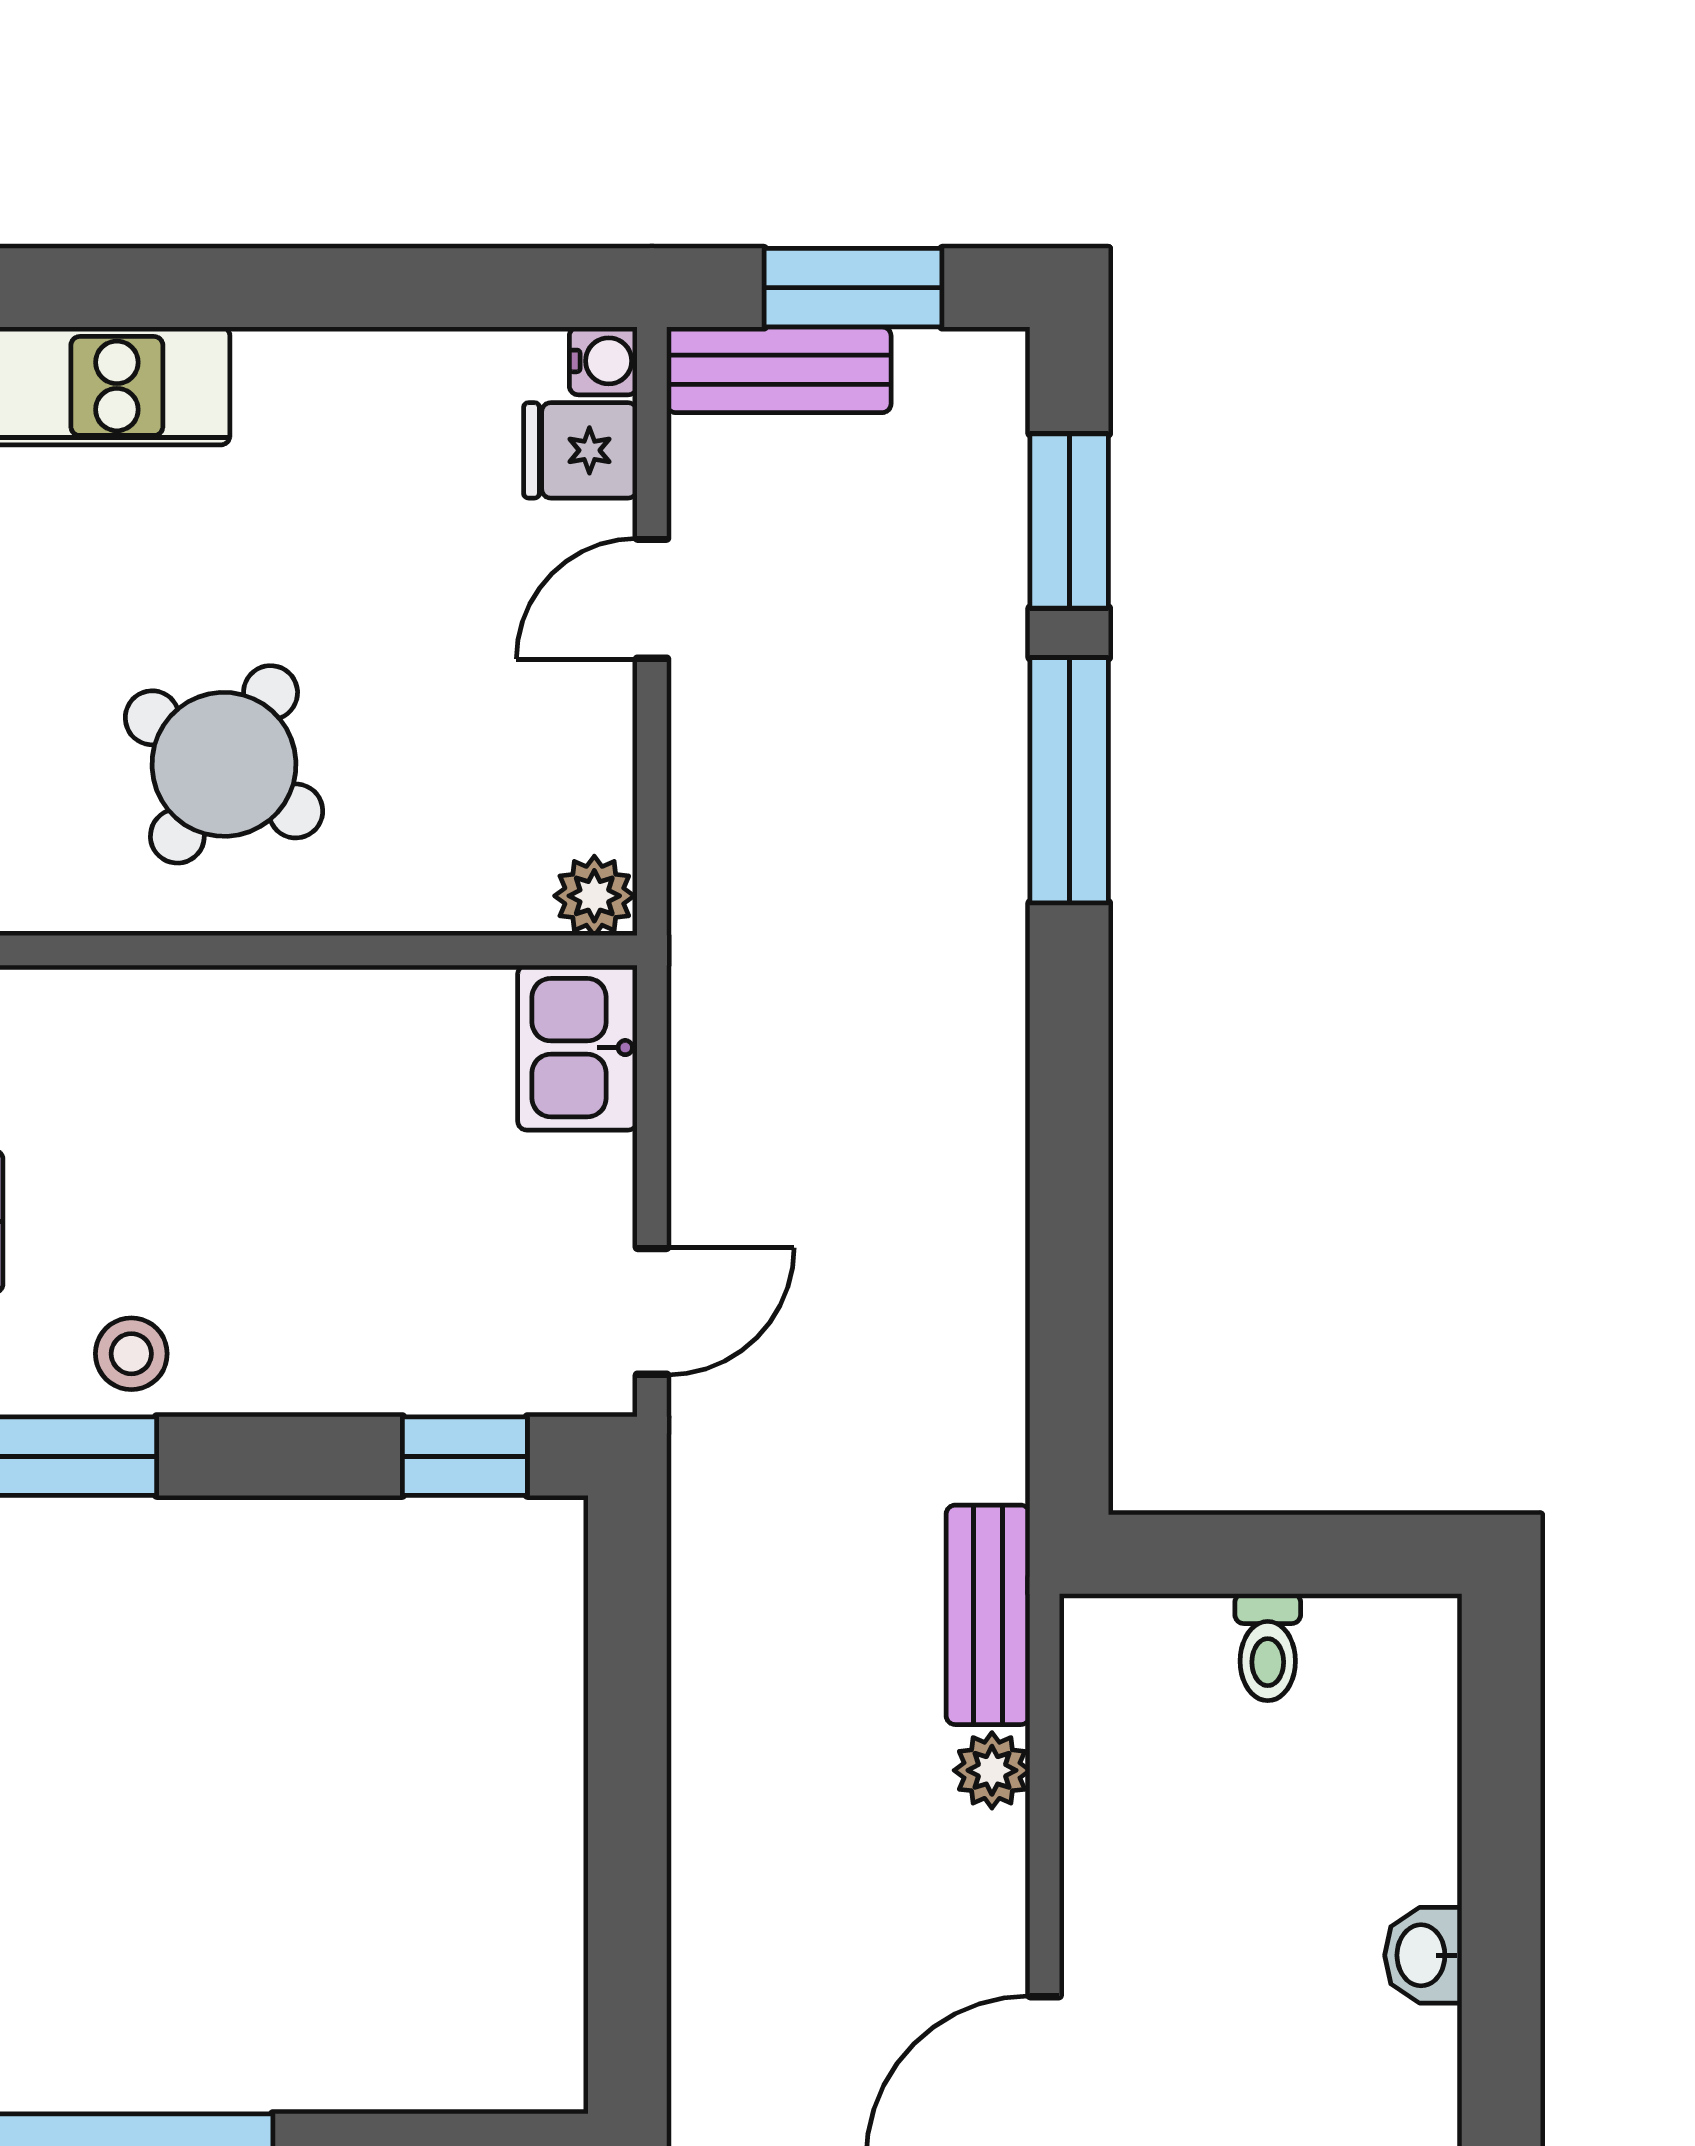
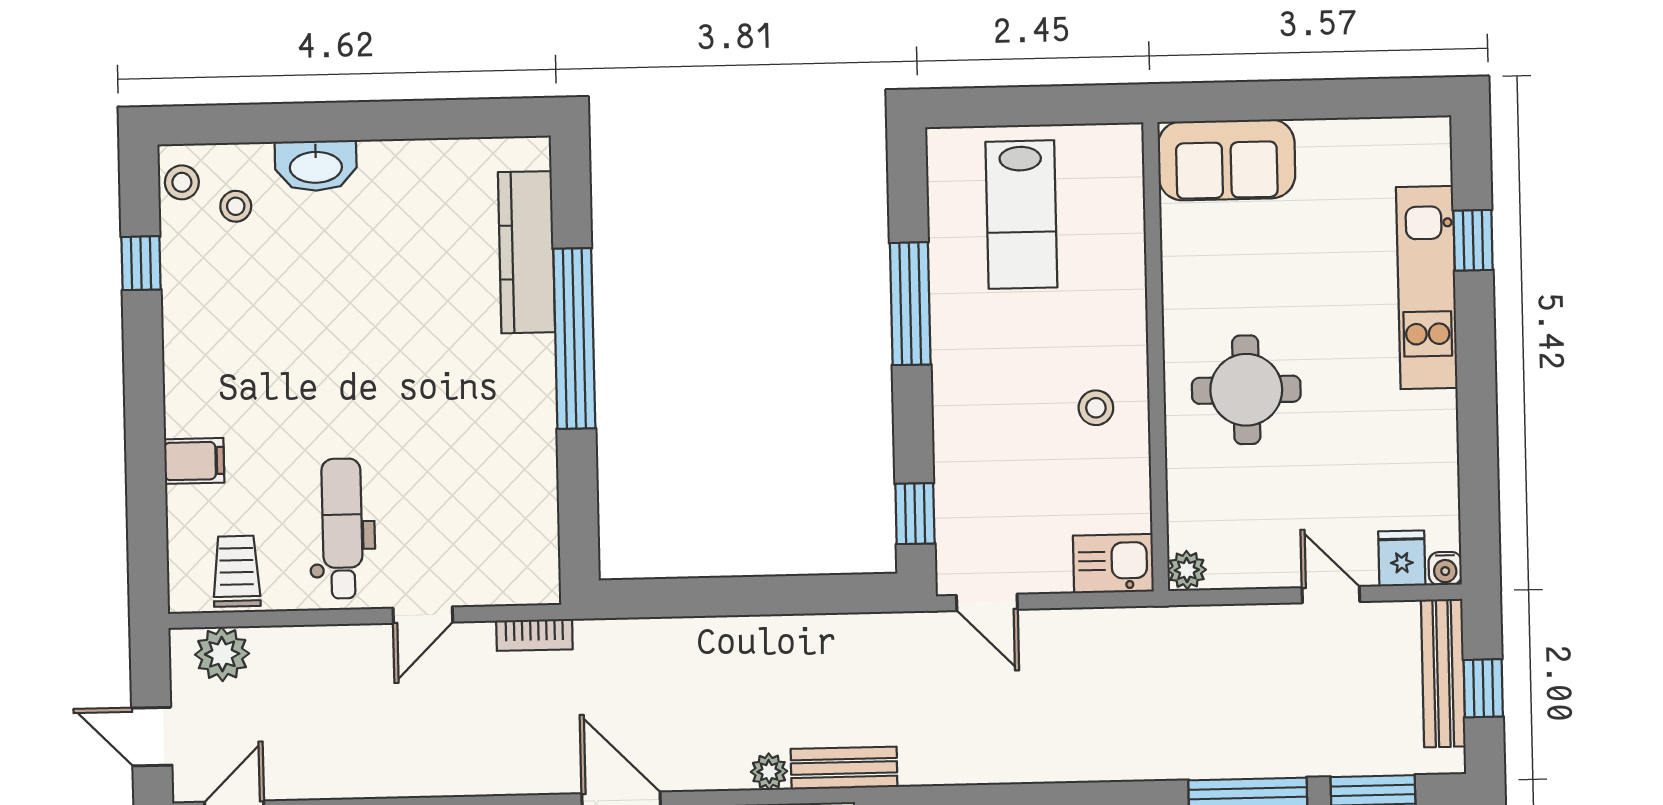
window: (853, 288) -> (1483, 688), width x0.67
bench: (779, 370) -> (1443, 673), width x1.36
round table: (224, 764) -> (1246, 390), turned -33
stool: (131, 1354) -> (1096, 408), moved

